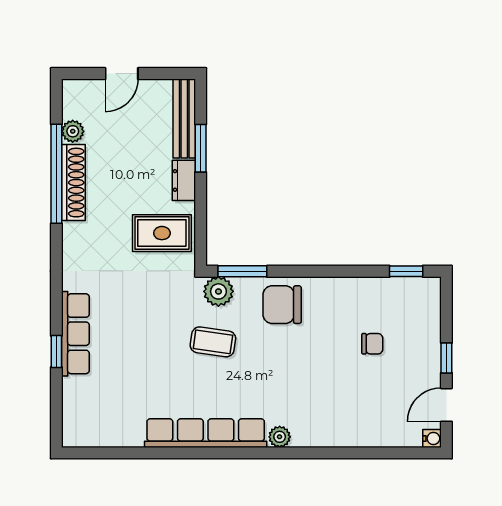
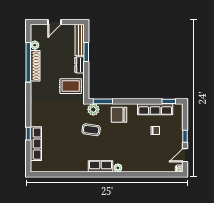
row of seats: (372, 291) -> (155, 109), added
row of seats: (75, 334) -> (36, 144), moved
row of seats: (206, 433) -> (101, 166), width x0.50

